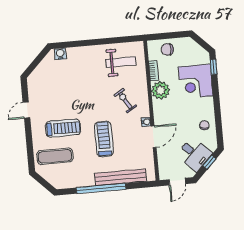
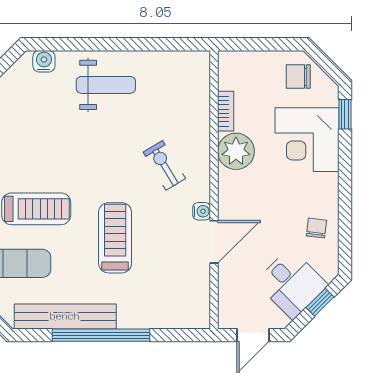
chair: (167, 49) -> (298, 77), moved
weight bench: (121, 62) -> (106, 85), moved
bench: (121, 177) -> (65, 316), moved

